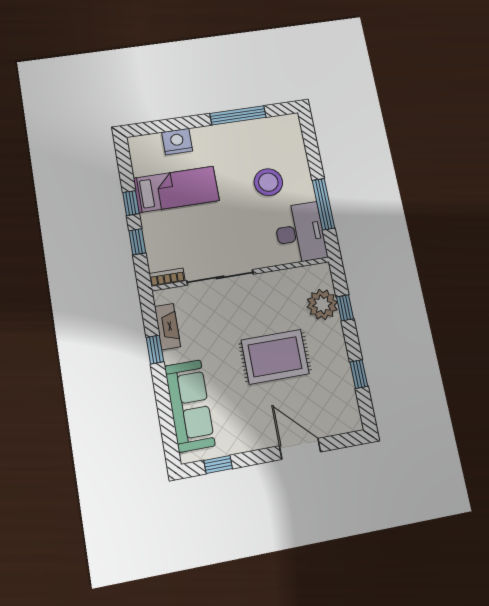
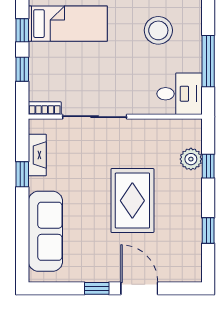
desk: (300, 233) -> (179, 94), width x0.73
plant: (322, 305) -> (191, 159), width x0.73, depth x0.73
rug: (275, 357) -> (132, 201), turned 90
window: (218, 465) -> (97, 288), moved

